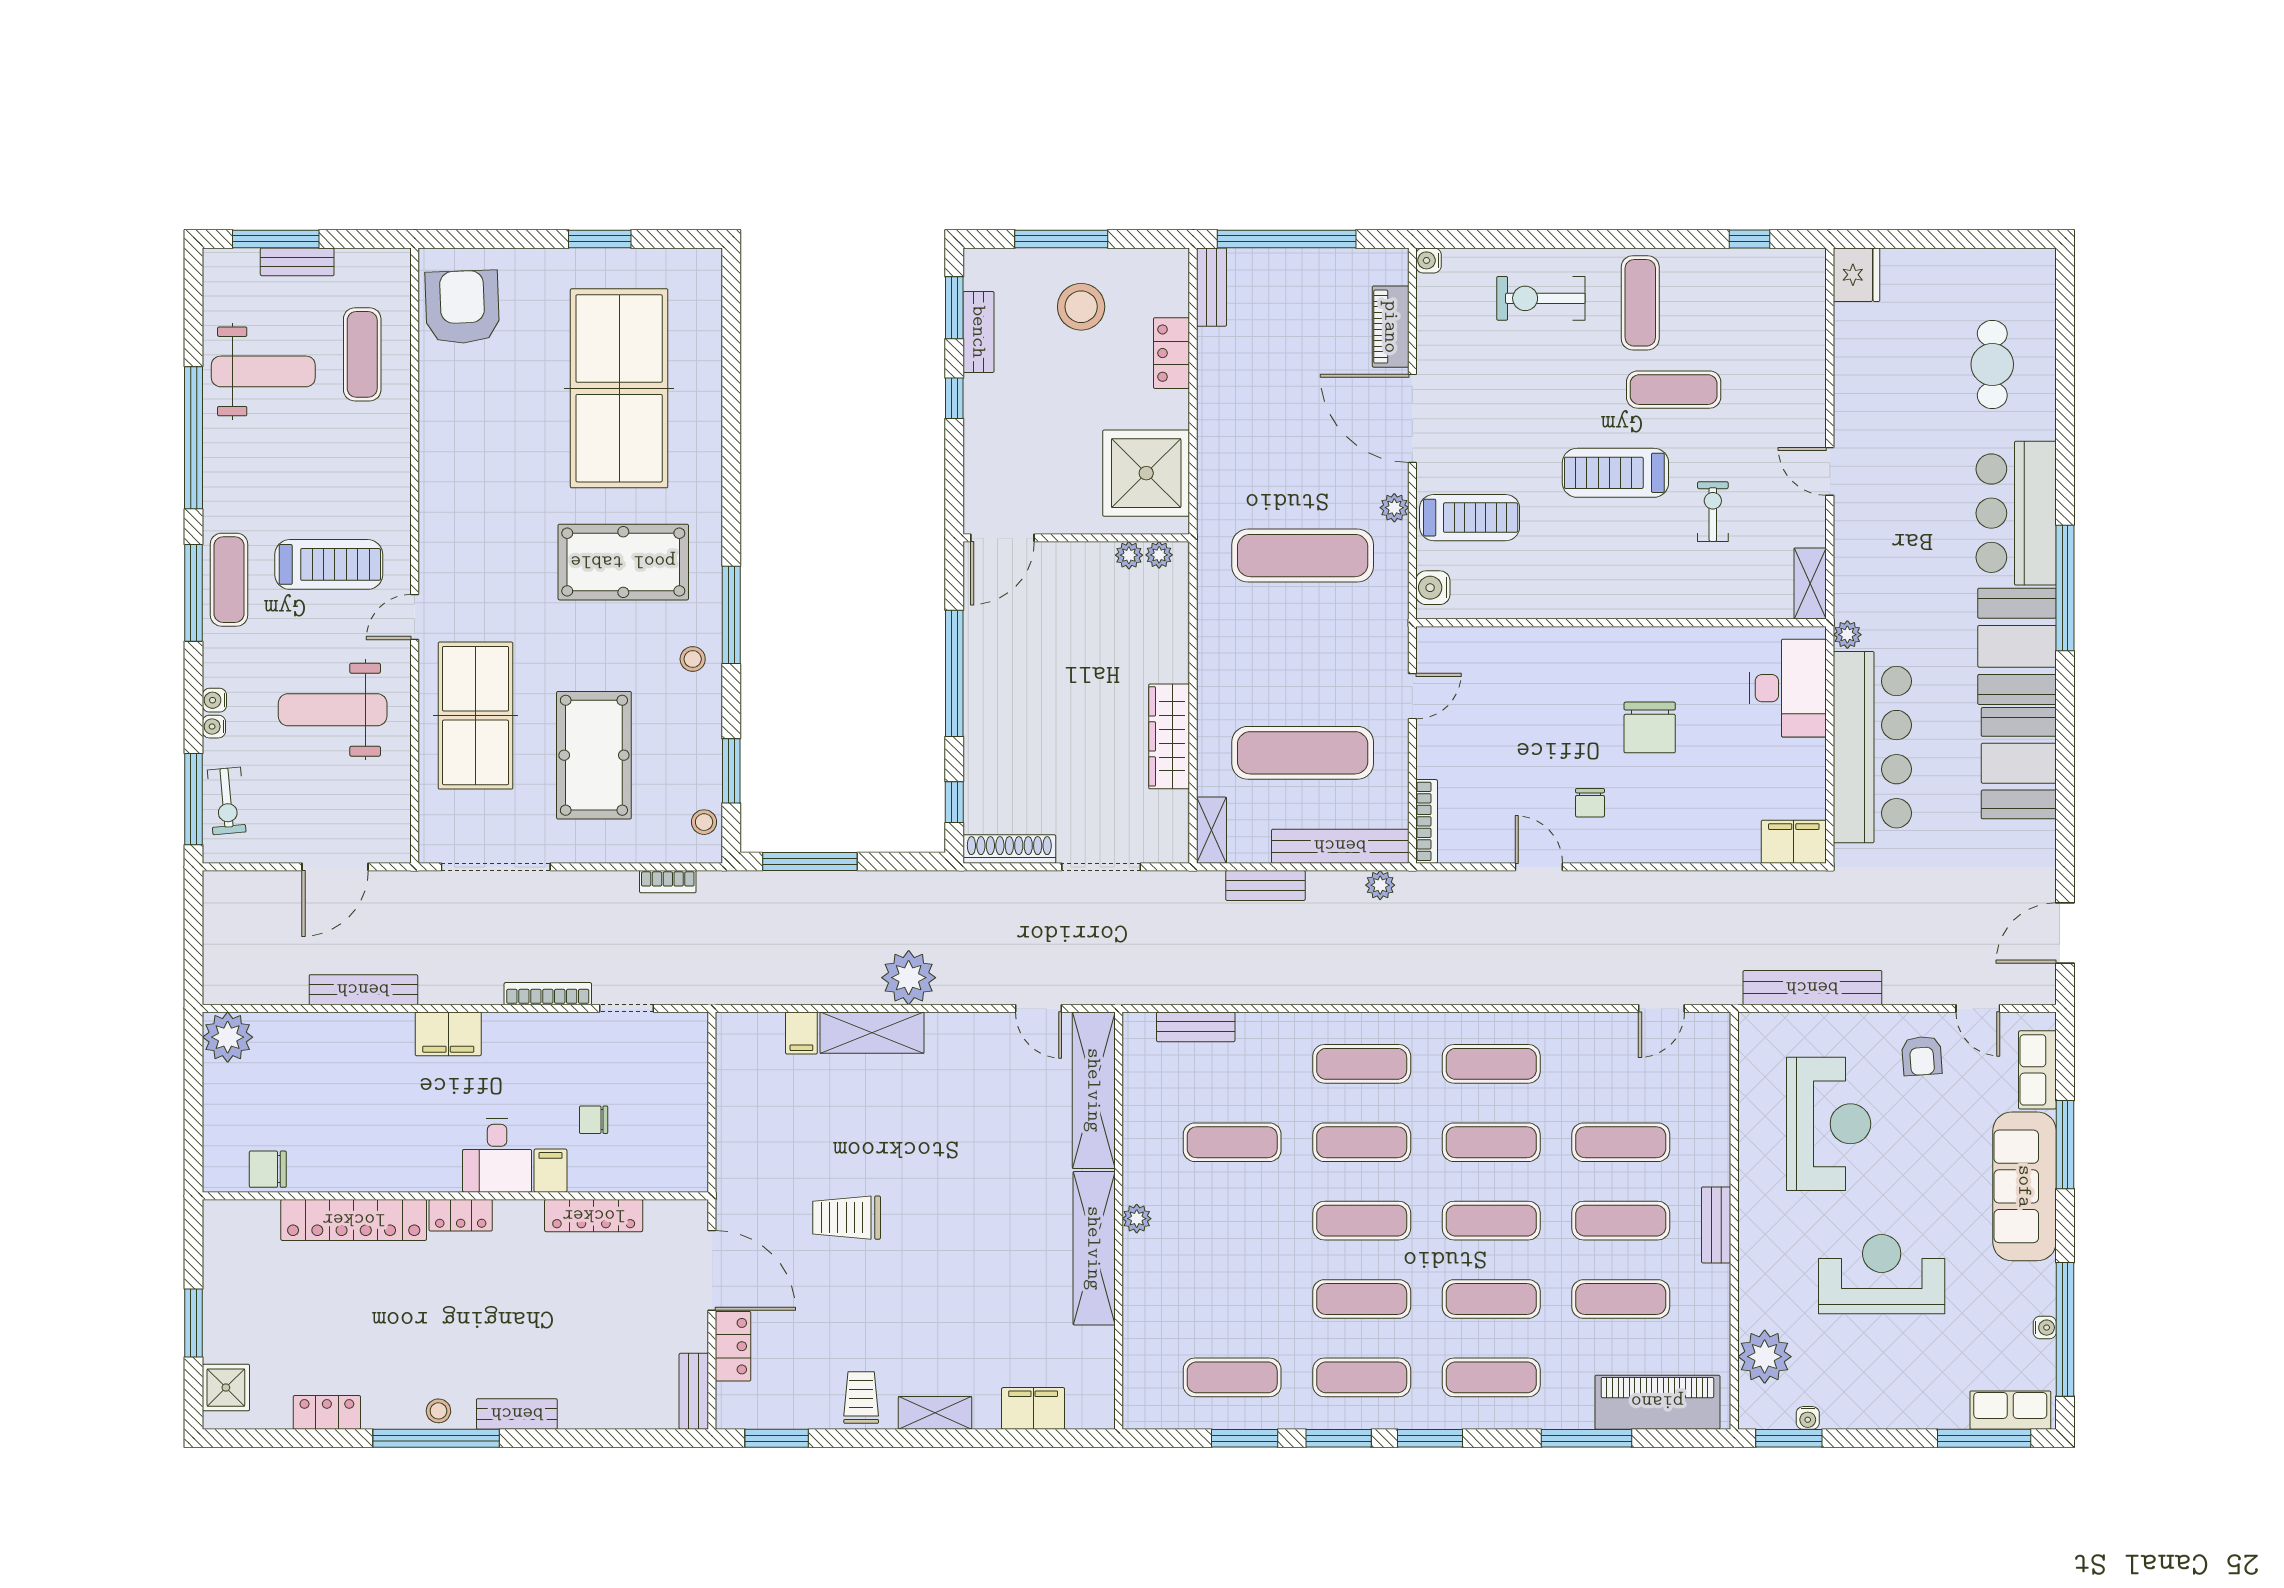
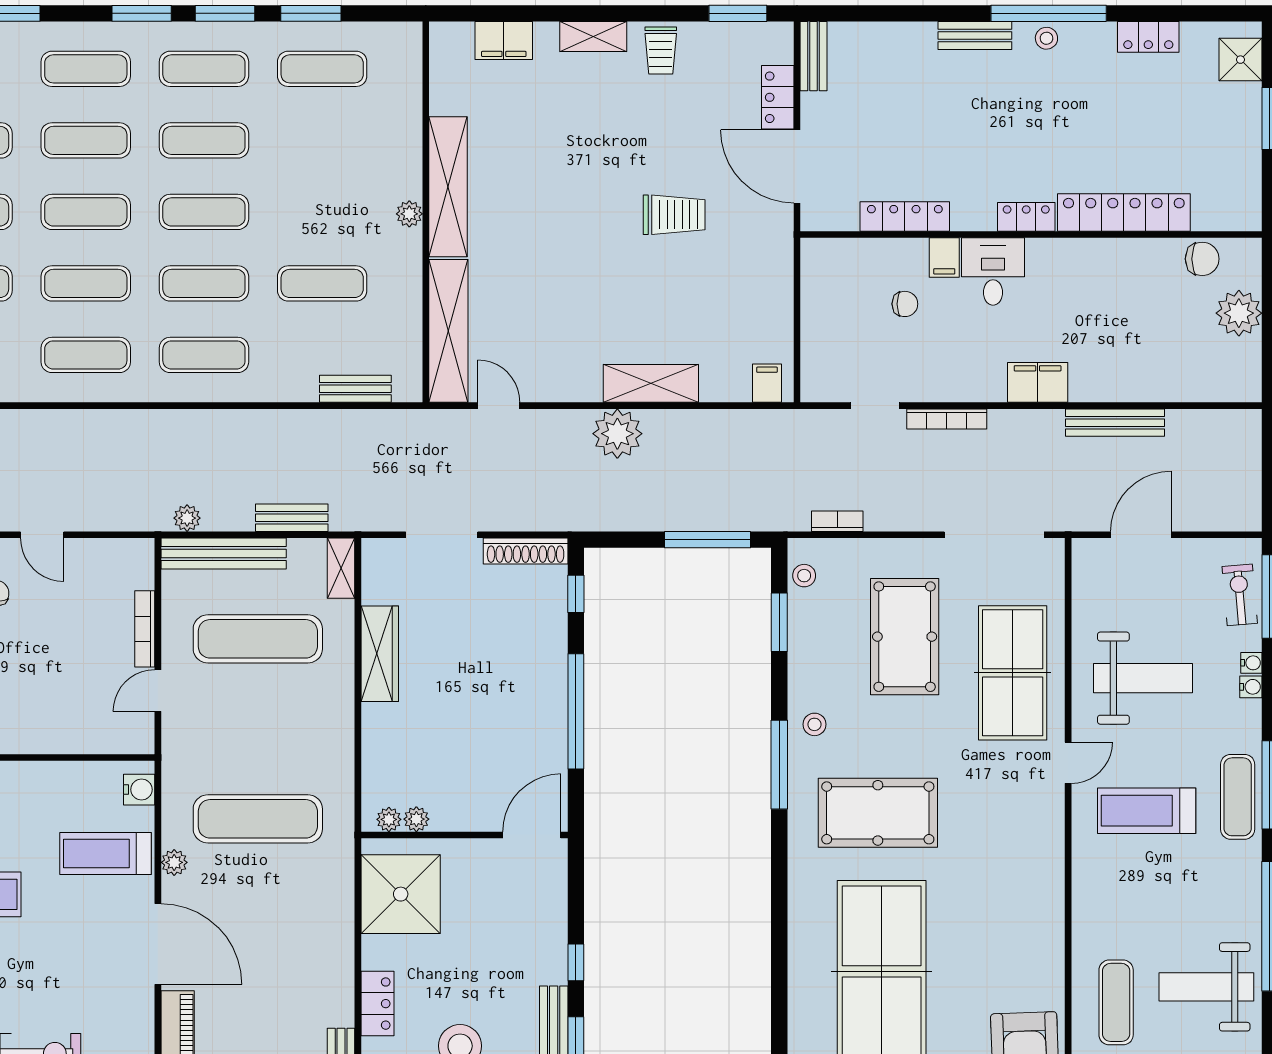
bookcase: (1427, 821) -> (145, 629), moved
filing cabinet: (801, 1033) -> (767, 383), moved
plant: (228, 1037) -> (1239, 313), moved

